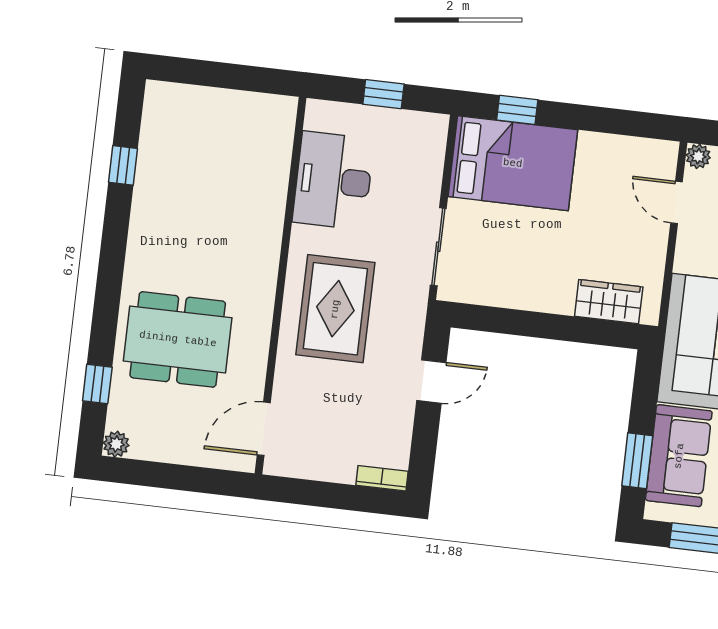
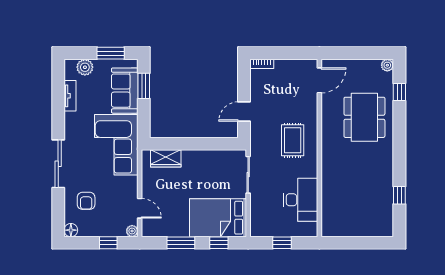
window: (598, 119) -> (181, 243), added
rug: (335, 309) -> (293, 140), width x0.73, depth x0.70
dining table: (178, 339) -> (364, 117), turned 90

